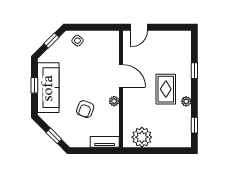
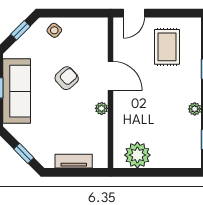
rug: (166, 89) -> (167, 47), moved
armchair: (85, 109) -> (67, 78), moved, turned -152
tv unit: (105, 142) -> (74, 161), moved

